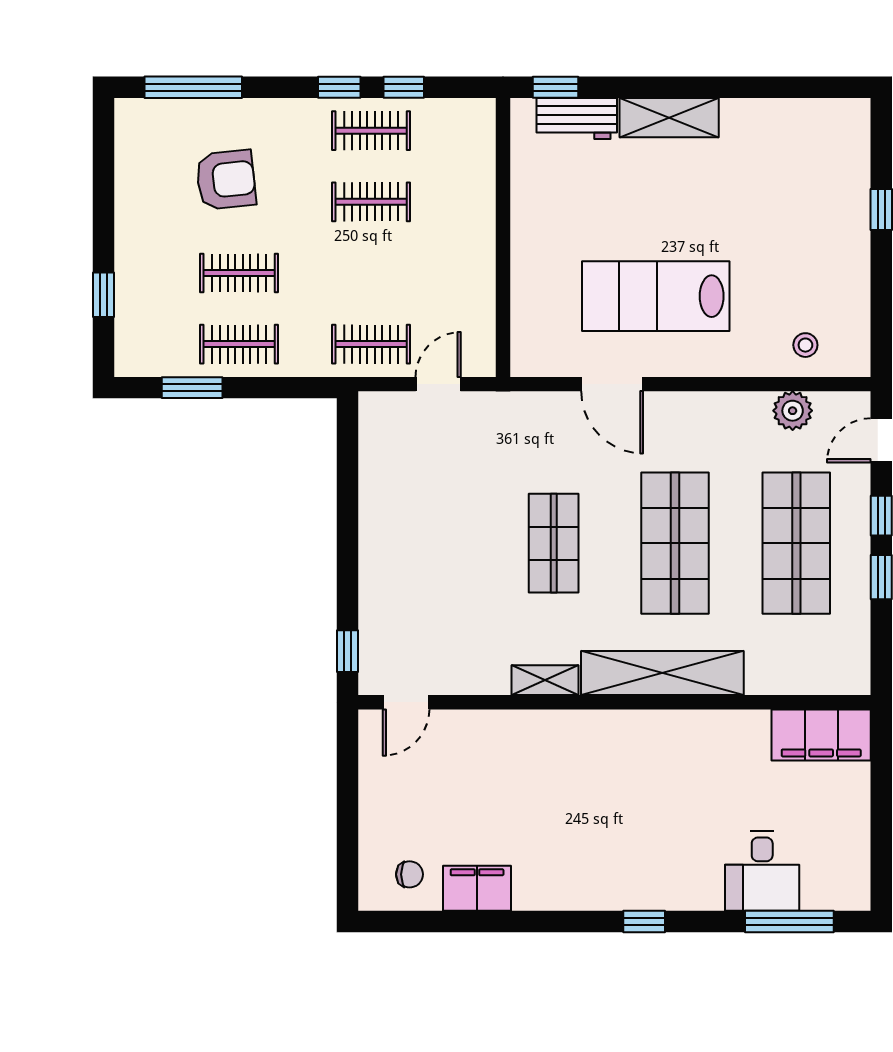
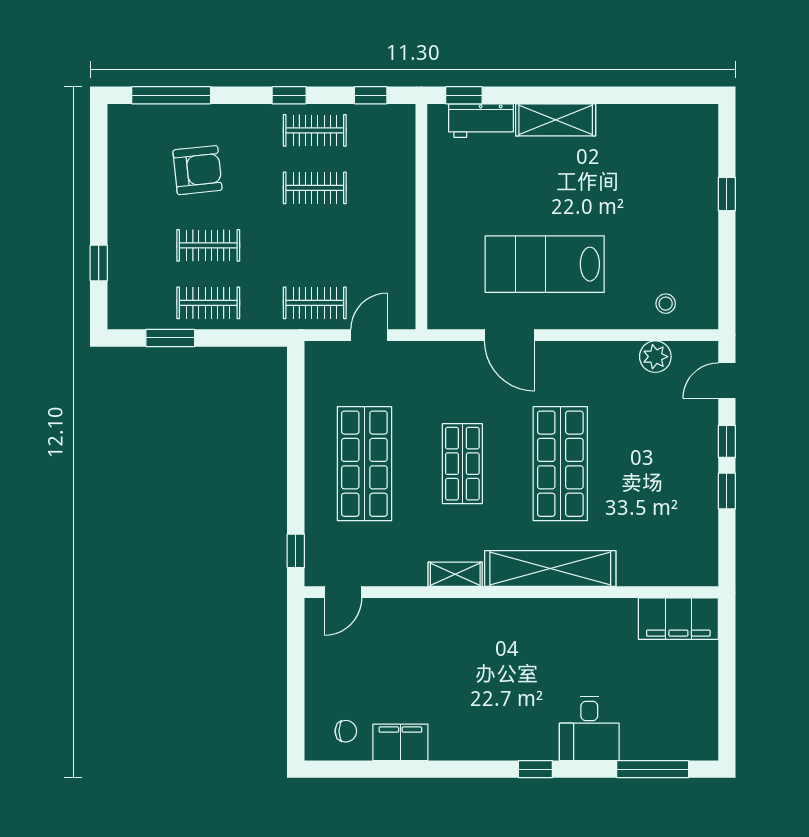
window: (404, 87) -> (371, 95), moved
shop shelf: (796, 543) -> (364, 464), moved
desk: (762, 871) -> (589, 728), moved

